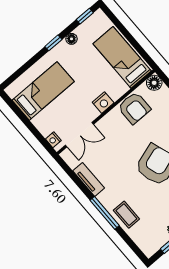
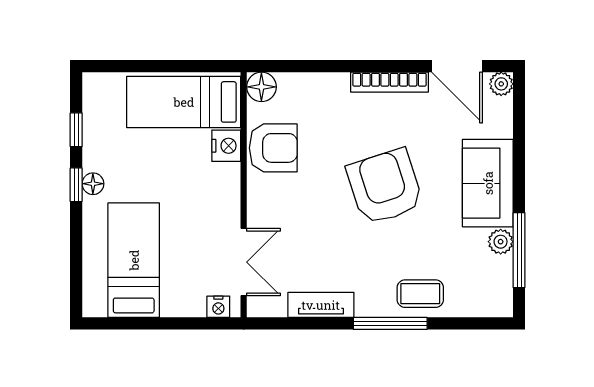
window: (85, 16) -> (76, 130), moved
floor lamp: (72, 39) -> (93, 184), moved
nightstand: (103, 103) -> (226, 146), moved

